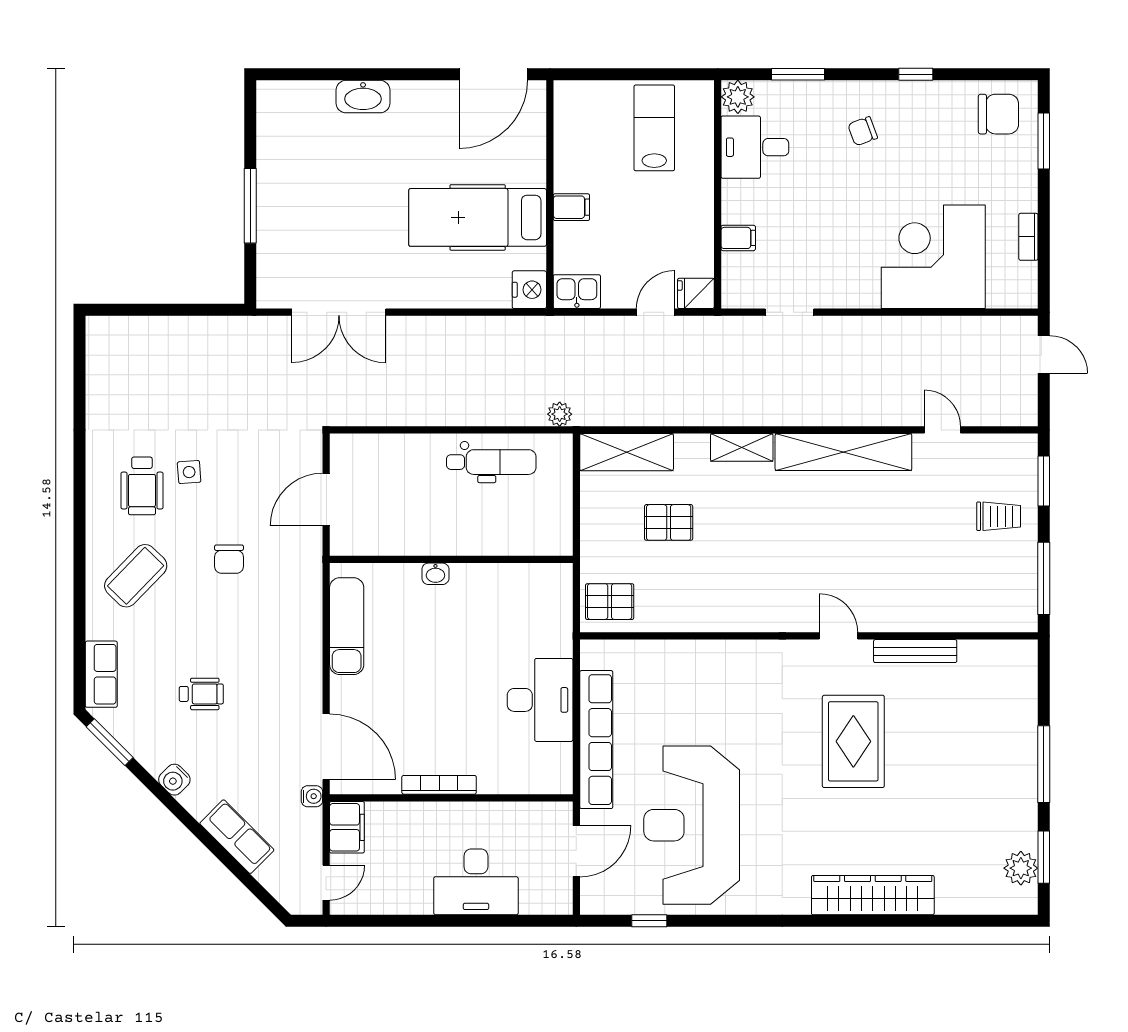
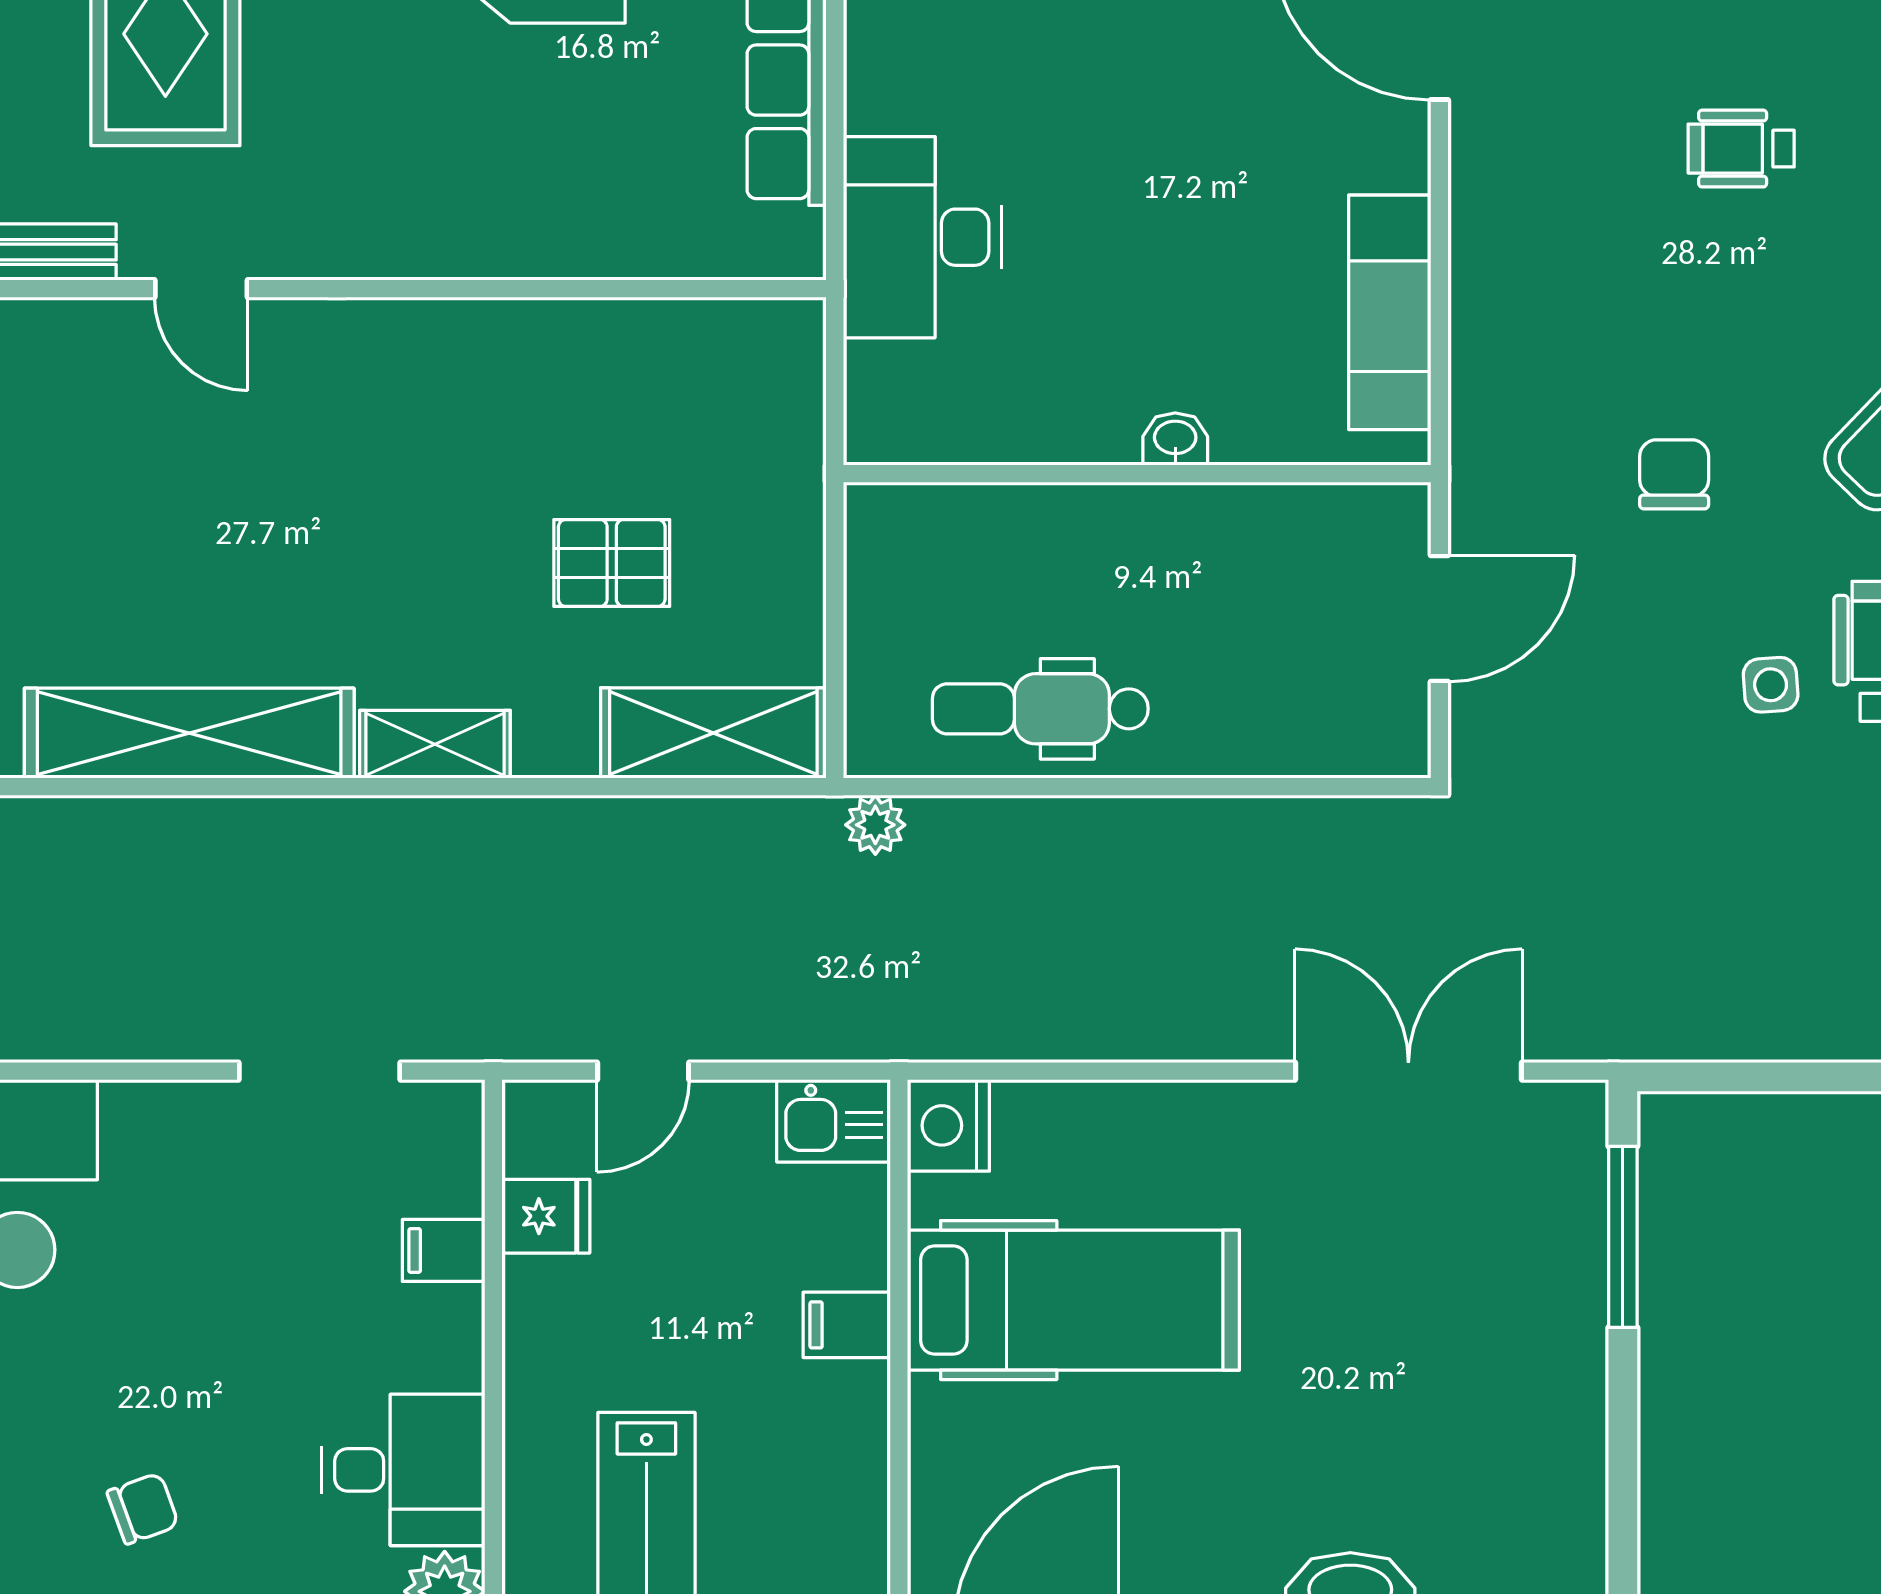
window: (250, 206) -> (1623, 1237), moved
fridge: (696, 293) -> (546, 1216), moved
doorway: (790, 312) -> (320, 1071), width x1.38
pallet: (610, 602) -> (754, 372), removed
desk: (540, 700) -> (922, 237), moved

